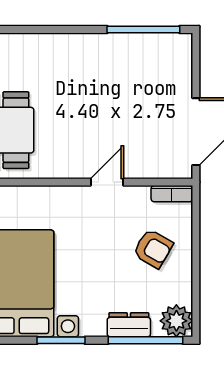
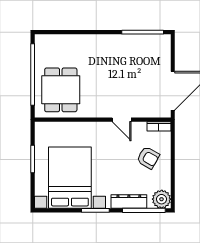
door: (107, 182) -> (122, 120), swing flipped
dresser: (129, 325) -> (129, 202), width x1.44

